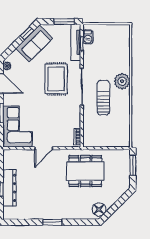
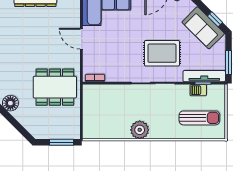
barbecue: (88, 37) -> (198, 90), moved
plant: (122, 81) -> (140, 130), moved
sun lounger: (103, 98) -> (199, 118), moved
dining table: (85, 171) -> (55, 87), turned 90

